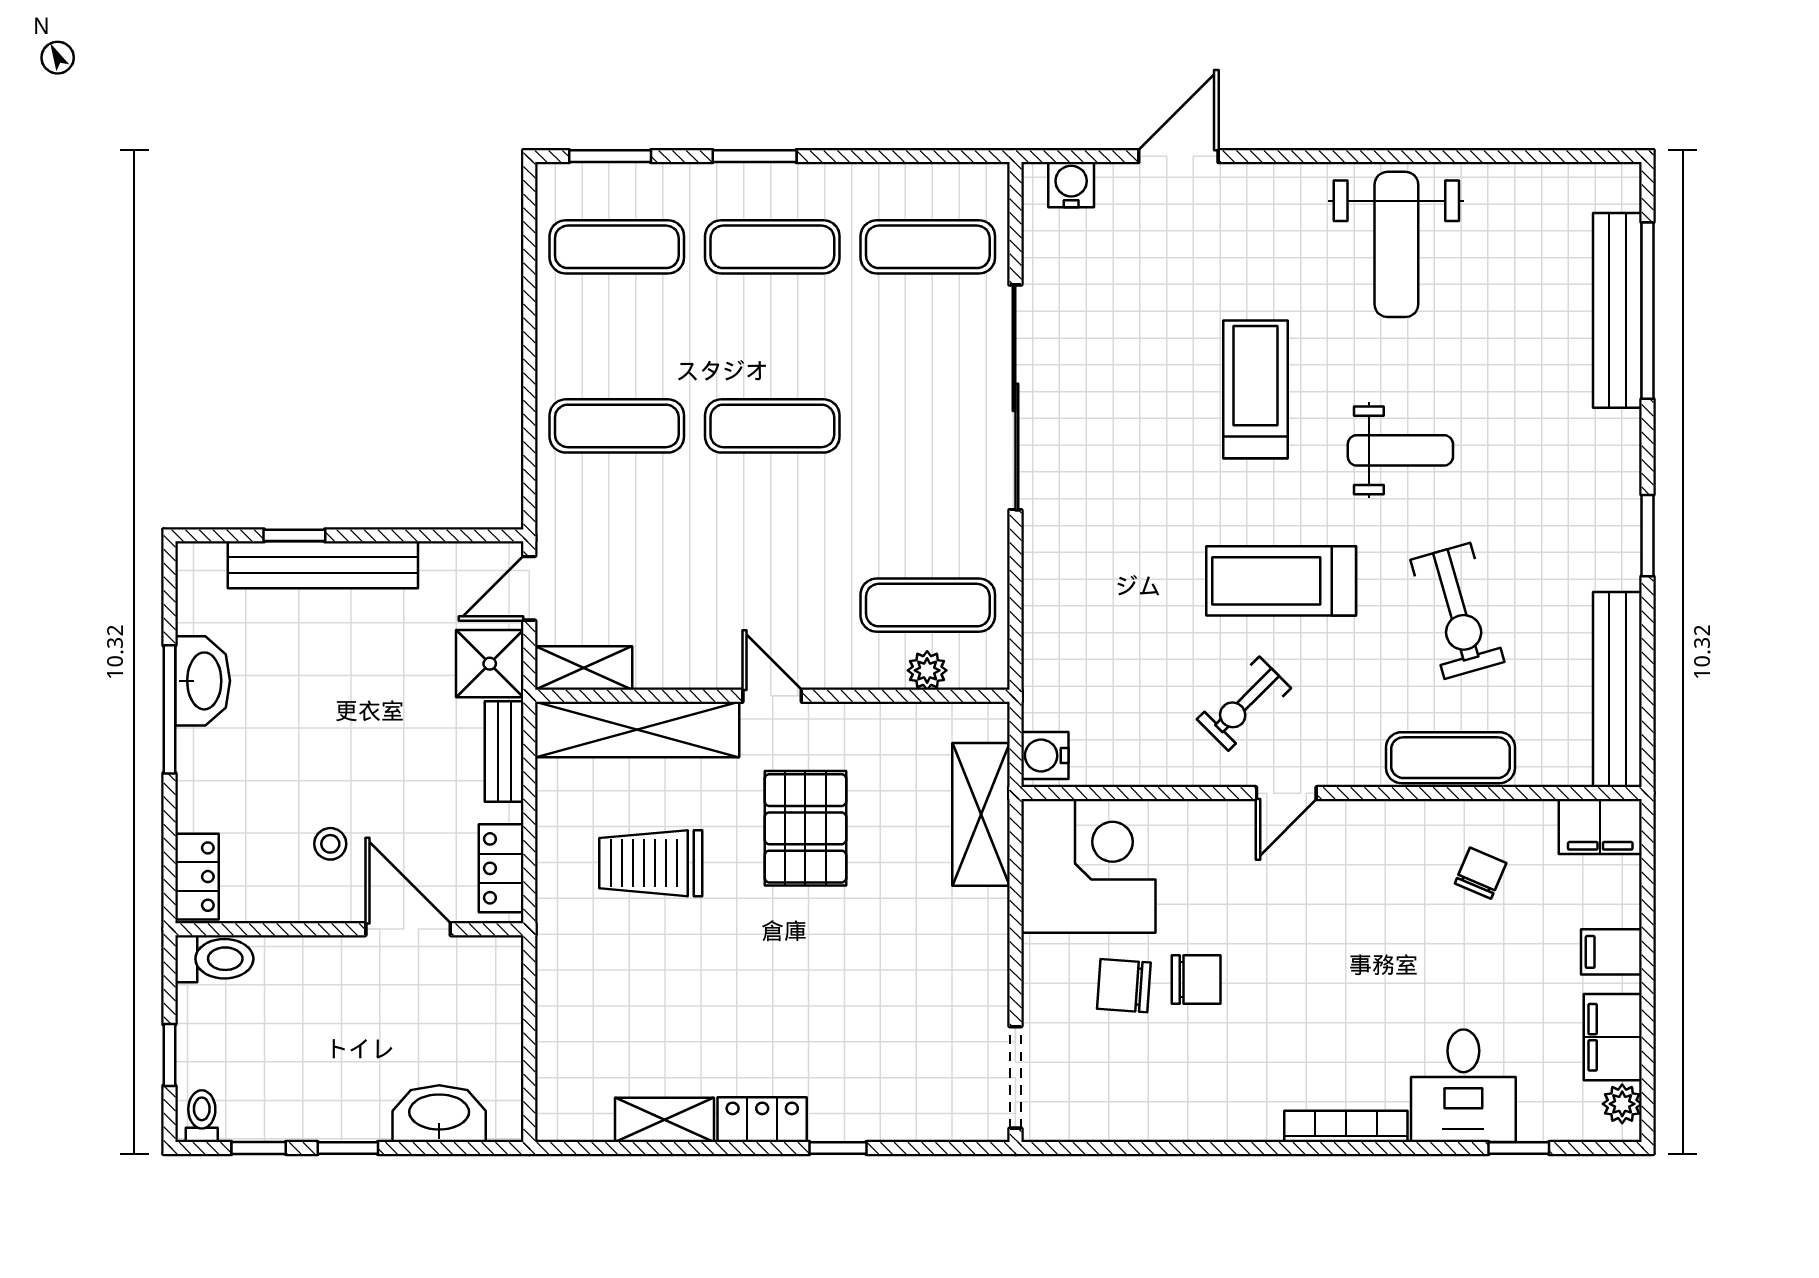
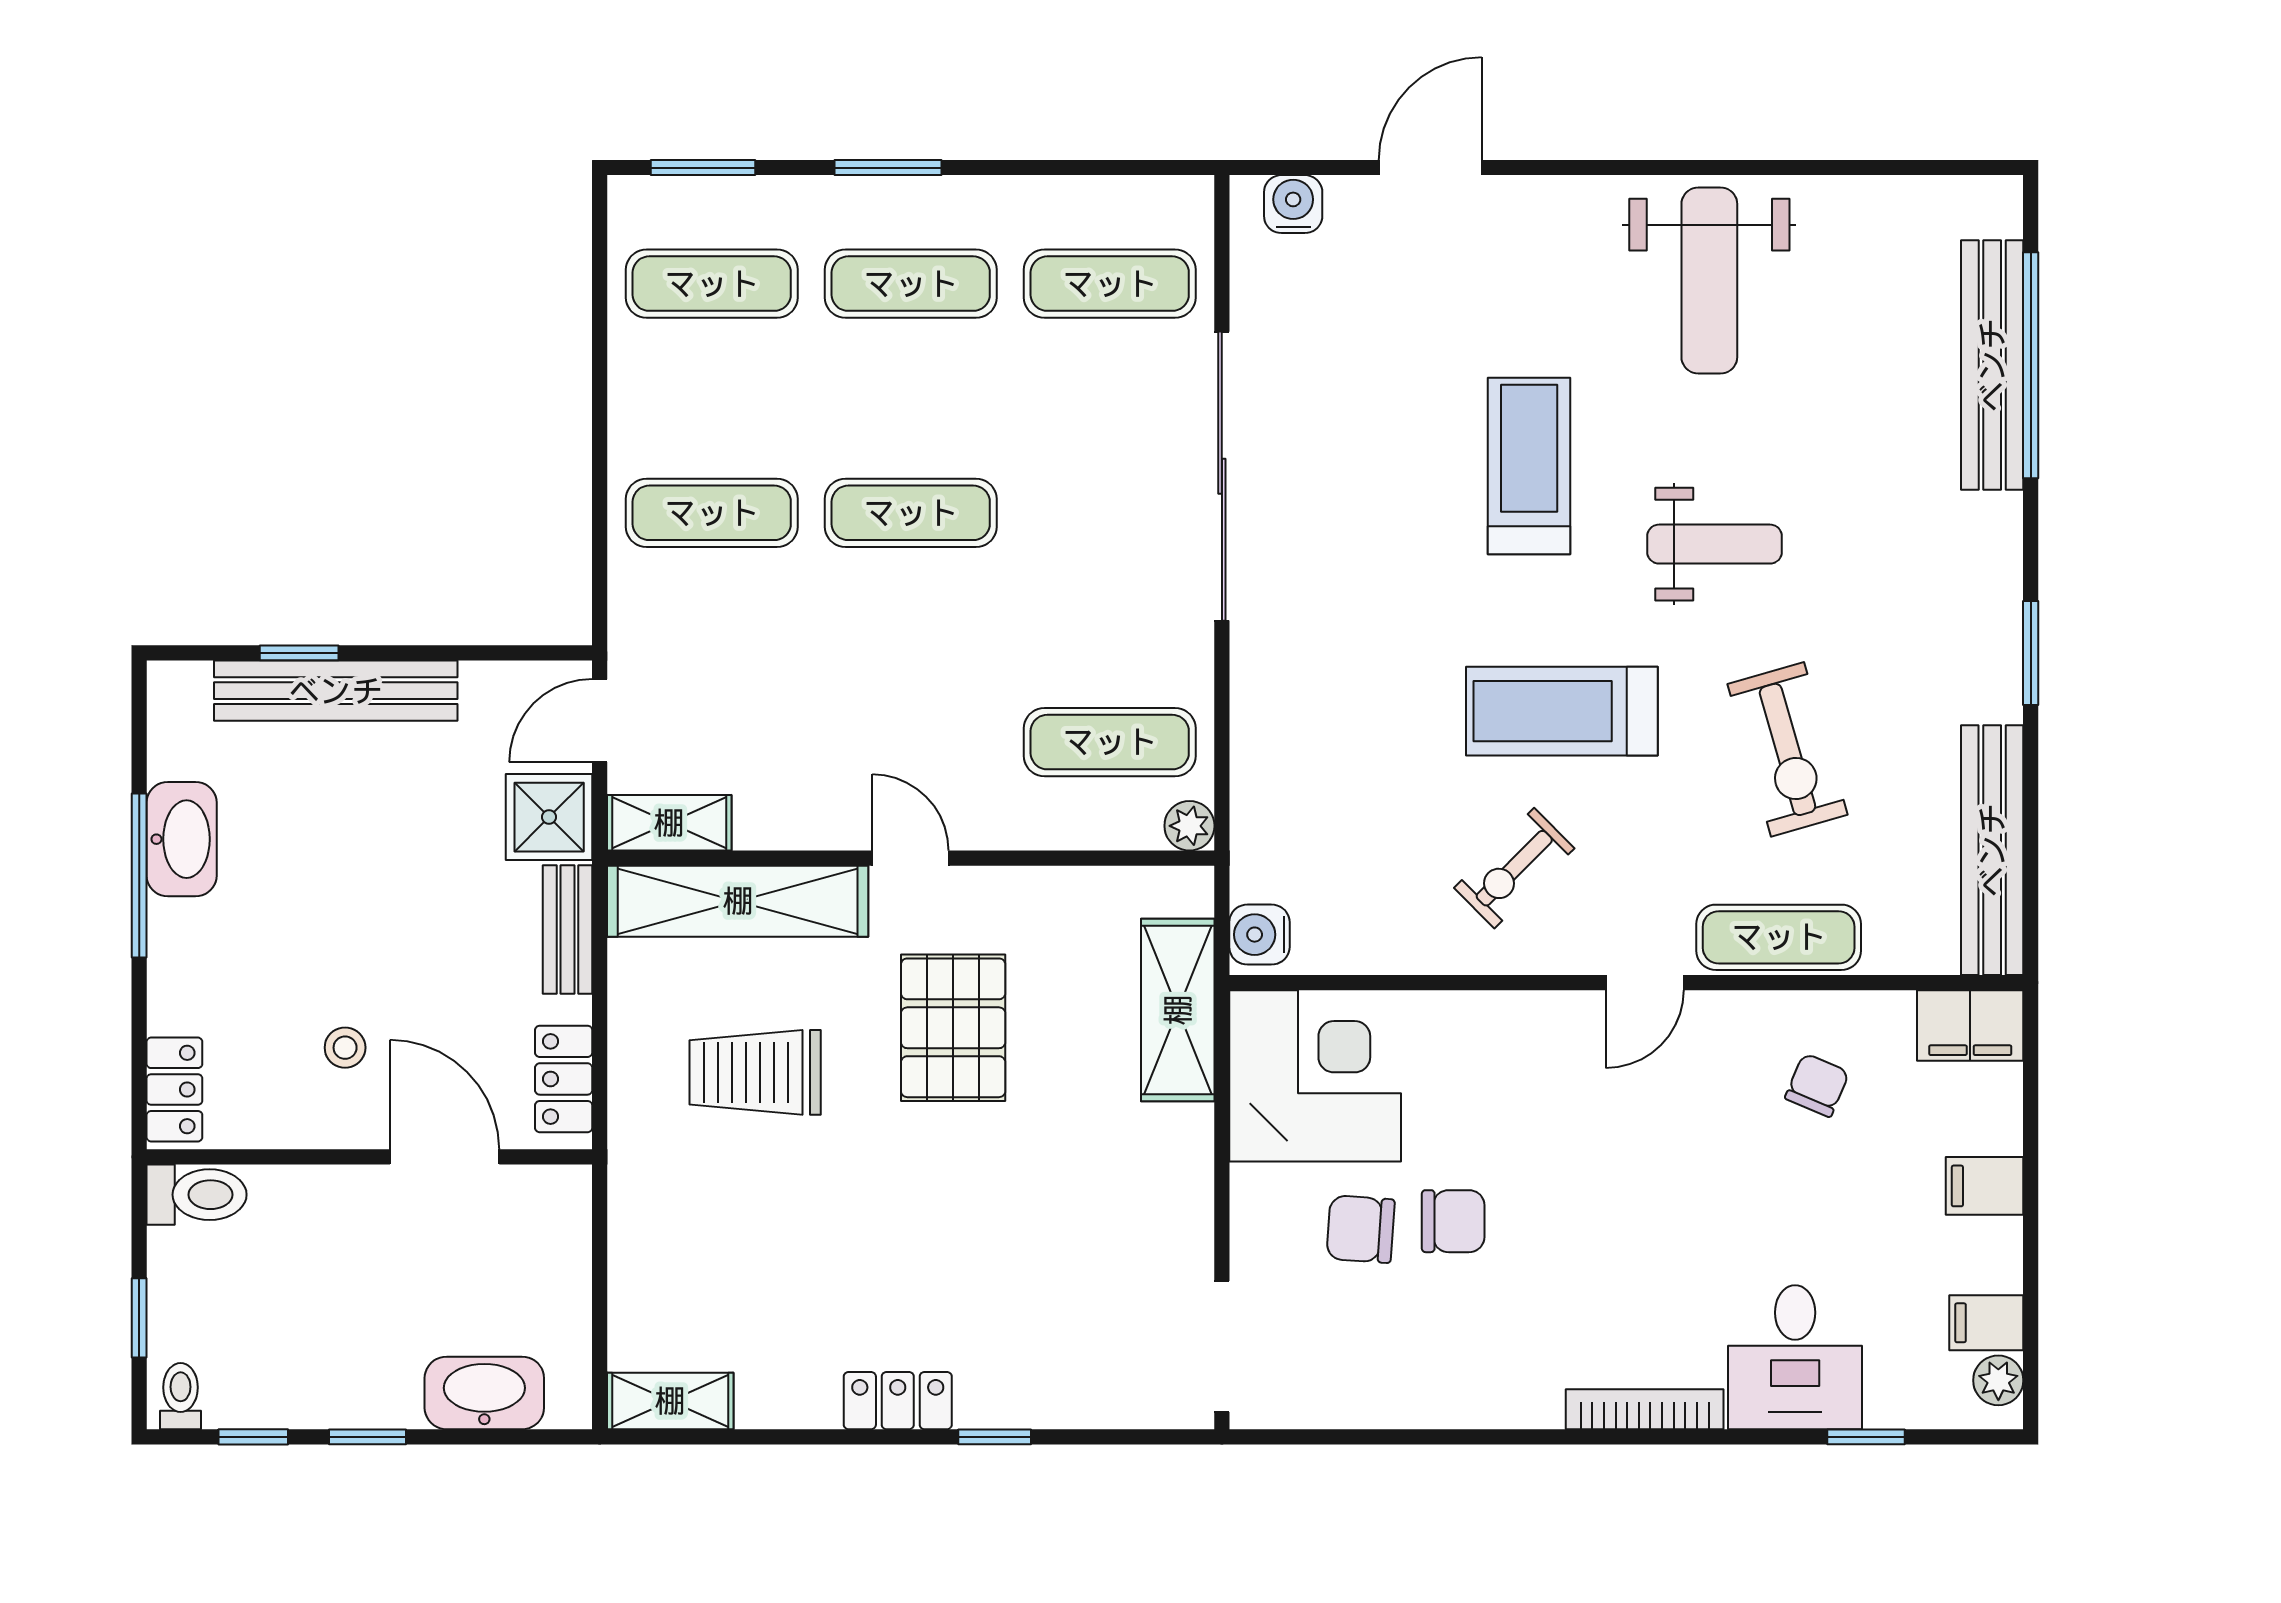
plant: (927, 670) -> (1189, 826), moved
door: (1286, 793) -> (1645, 983), moved
filing cabinet: (1613, 1037) -> (1986, 1323), width x0.50
shelving: (664, 1120) -> (670, 1401), moved

